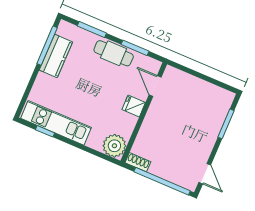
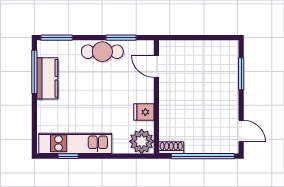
window: (92, 29) -> (57, 38), moved
fridge: (134, 106) -> (144, 112), moved

